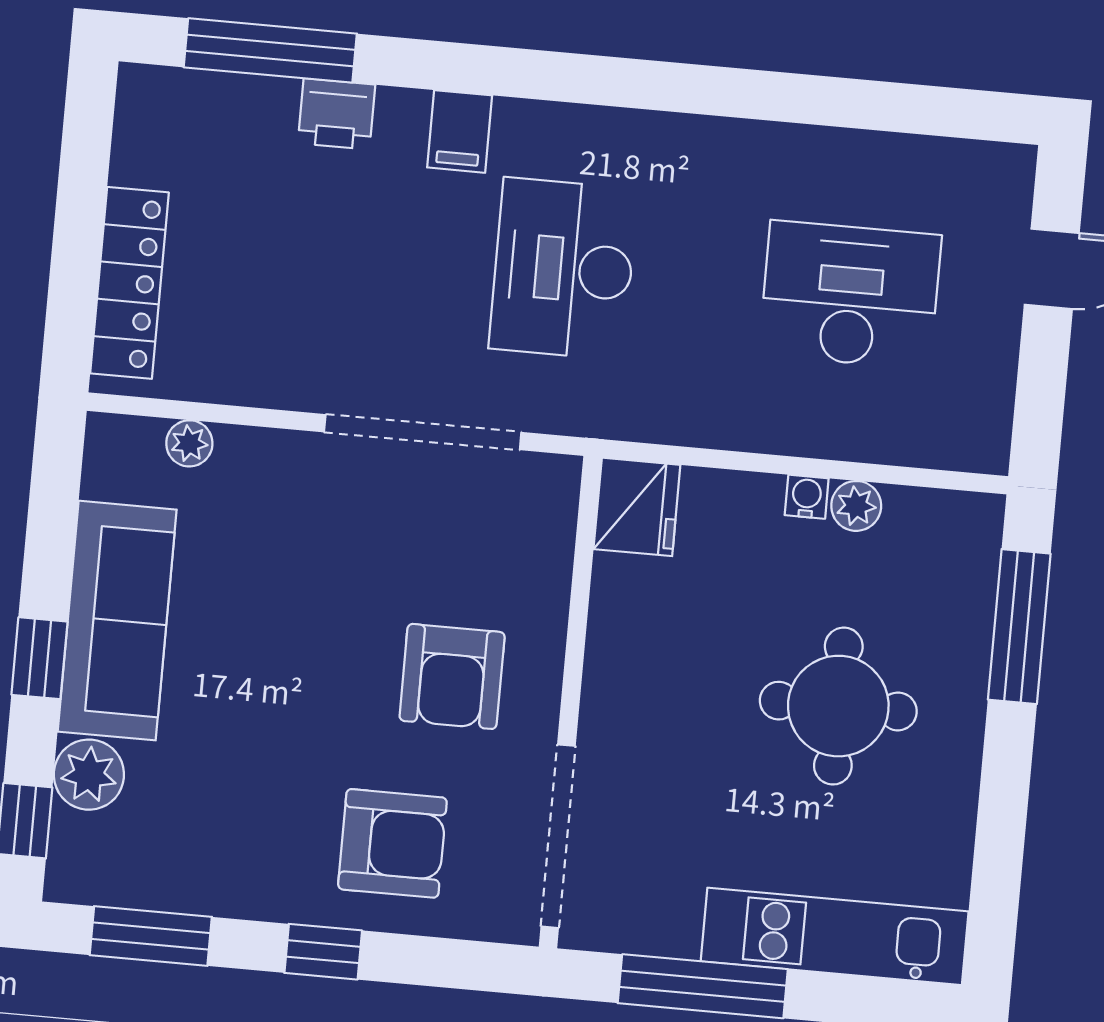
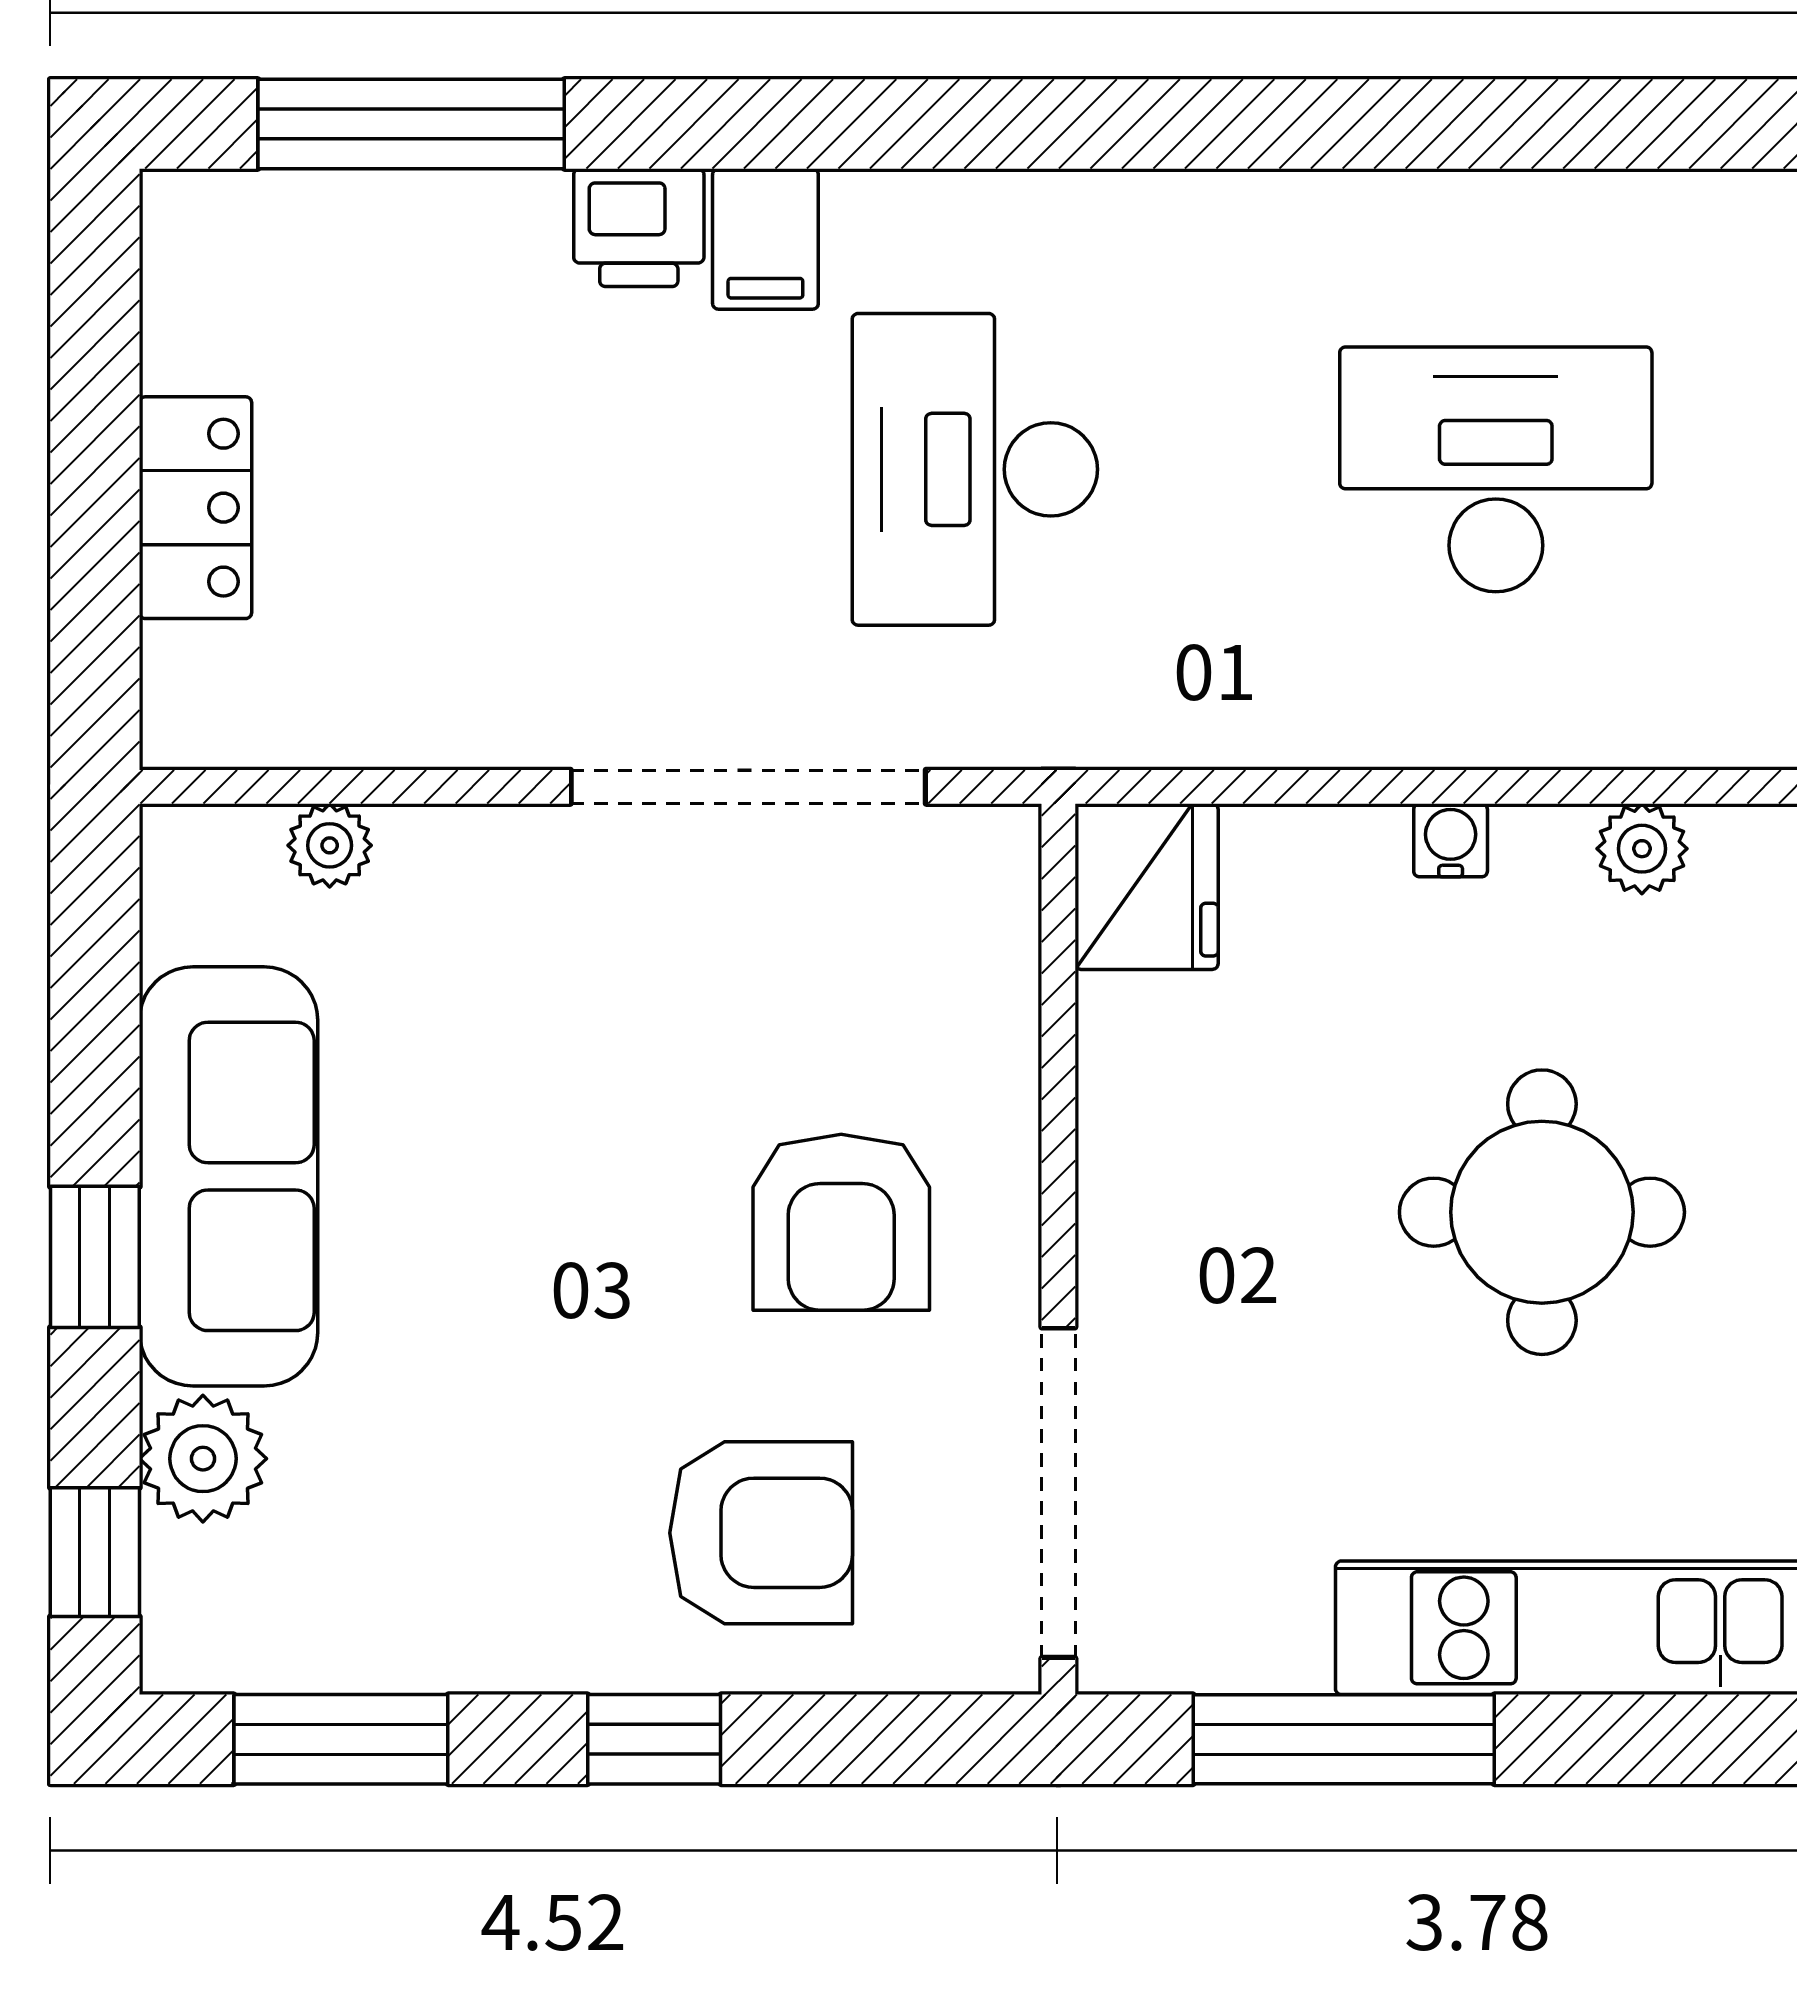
printer: (337, 114) -> (639, 228), moved
locker: (129, 283) -> (195, 508), width x0.66
plant: (856, 506) -> (1642, 849), moved

